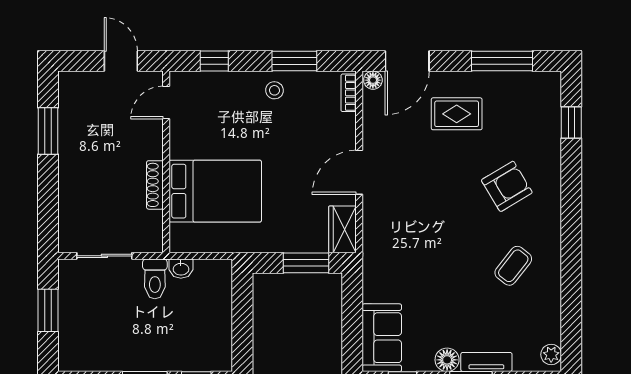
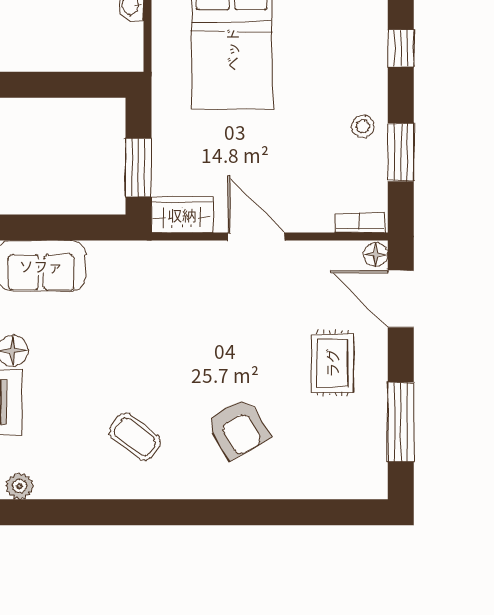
window: (571, 123) -> (321, 512), removed

